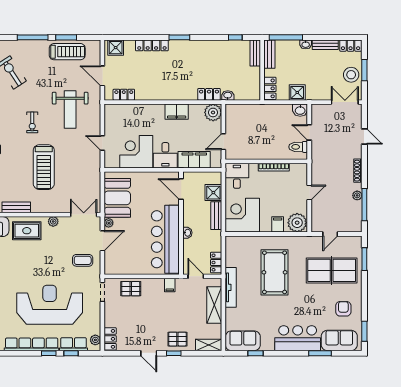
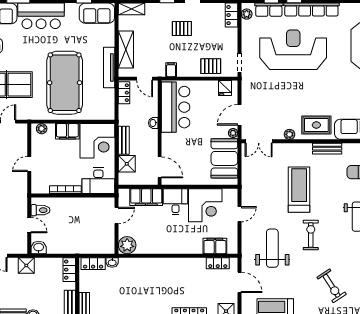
shower: (297, 92) -> (26, 265), moved
locker: (209, 94) -> (93, 264), moved
filing cabinet: (177, 112) -> (215, 246), moved
exercise bike: (32, 122) -> (311, 235), width x1.38, depth x1.39
door: (102, 143) -> (240, 214), hinge flipped
desk: (237, 176) -> (98, 181), width x1.37
plant: (297, 223) -> (42, 129), width x0.53, depth x0.53
filing cabinet: (278, 224) -> (67, 131), width x2.00
bar counter: (165, 239) -> (176, 107), width x0.73
coffee table: (83, 260) -> (260, 95), removed
fridge: (117, 267) -> (225, 88), added
pool table: (275, 272) -> (65, 83), width x1.36, depth x1.32
reception desk: (50, 305) -> (293, 50), turned 180
pallet: (177, 339) -> (182, 29), moved

